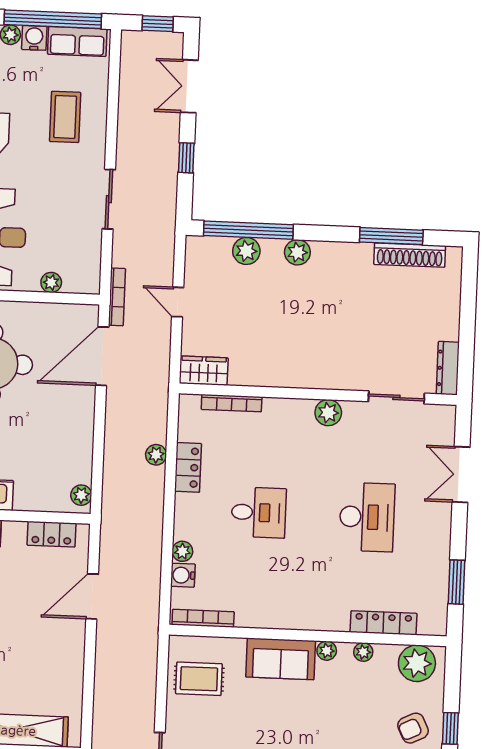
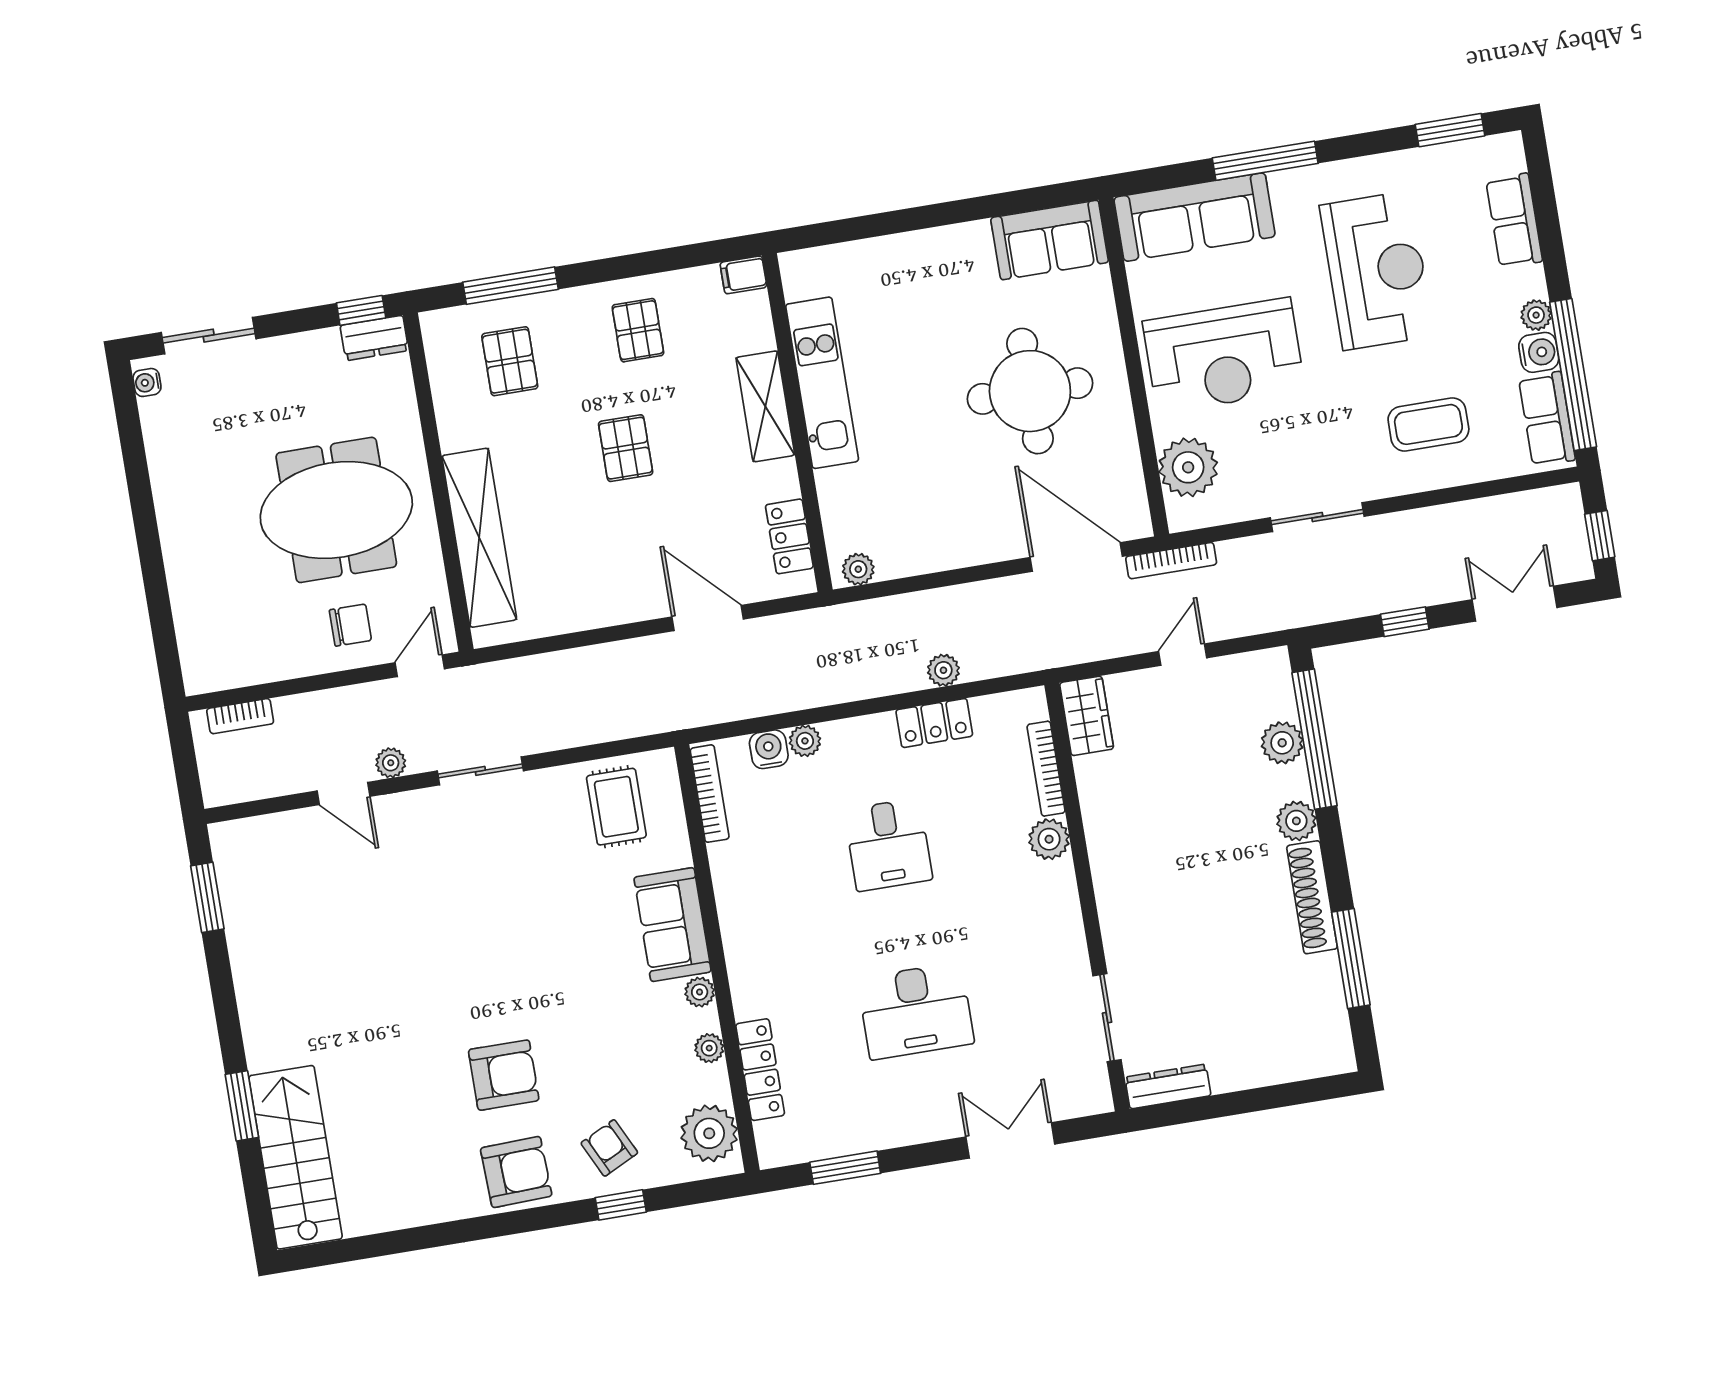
shoe rack: (410, 255) -> (1312, 897), moved
plant: (51, 282) -> (1188, 467), width x1.87, depth x1.87
plant: (328, 413) -> (1049, 839), moved

